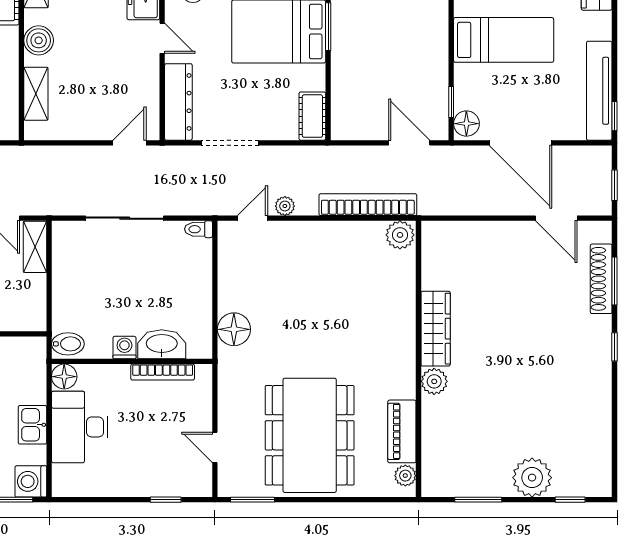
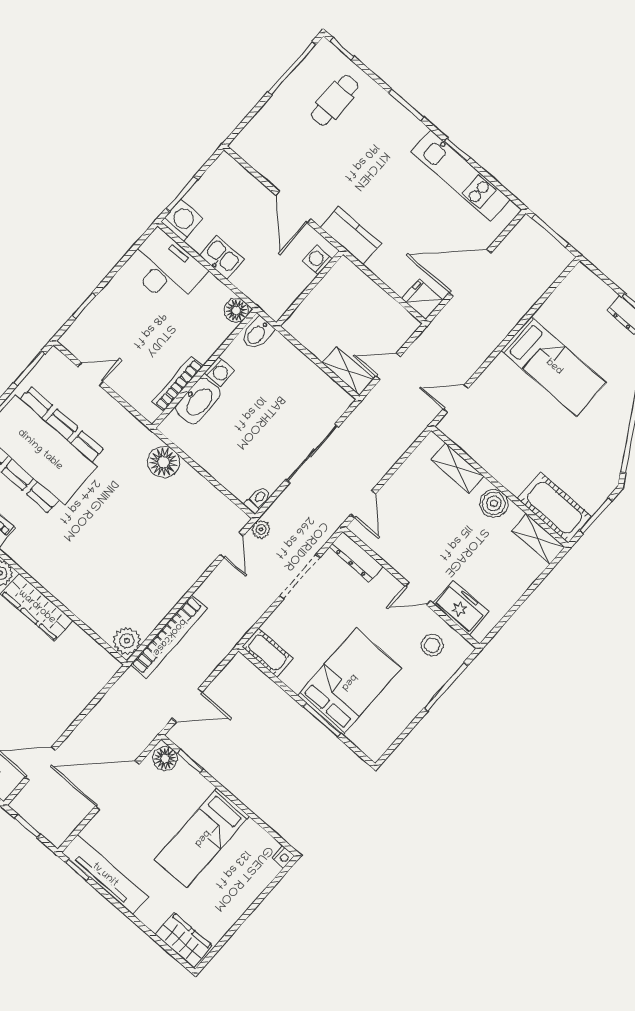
dresser: (178, 102) -> (356, 557), width x0.73, depth x0.80
plant: (285, 206) -> (261, 529), moved
desk: (80, 427) -> (166, 268), moved

